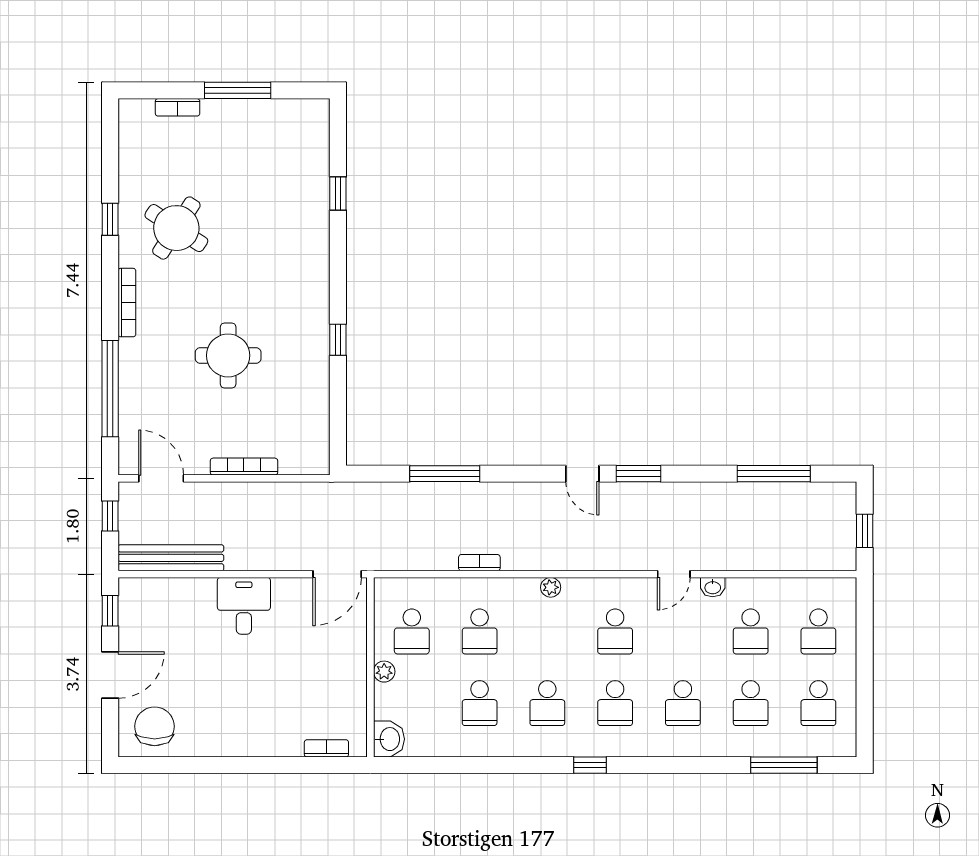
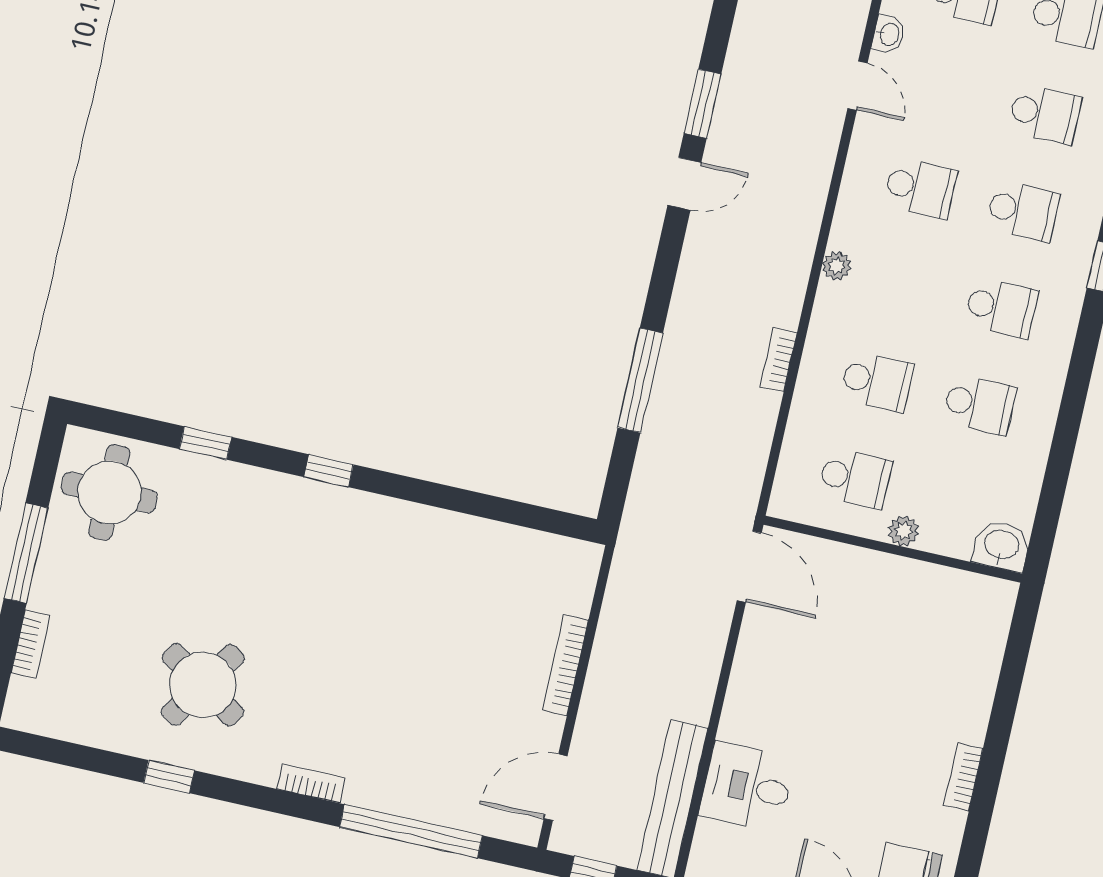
bookcase: (127, 303) -> (311, 784), width x0.64
window: (338, 340) -> (329, 471), moved
round table: (228, 355) -> (109, 492), moved
desk: (244, 606) -> (747, 787), moved
bookcase: (326, 748) -> (963, 777), moved

